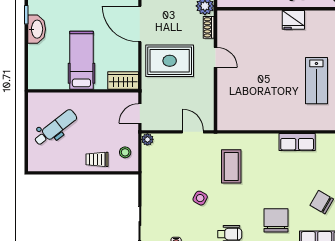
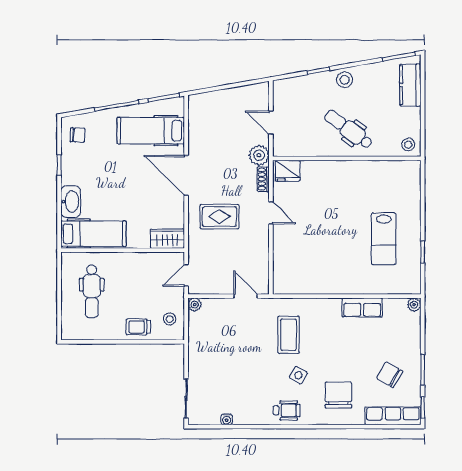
fridge: (293, 20) -> (288, 171), moved
washbasin: (37, 29) -> (71, 202), moved
hospital bed: (81, 60) -> (93, 234), moved, turned 90
rug: (170, 61) -> (219, 217), width x0.73, depth x0.70
dental chair: (55, 128) -> (92, 291), turned 128
side table: (200, 198) -> (298, 375), moved

